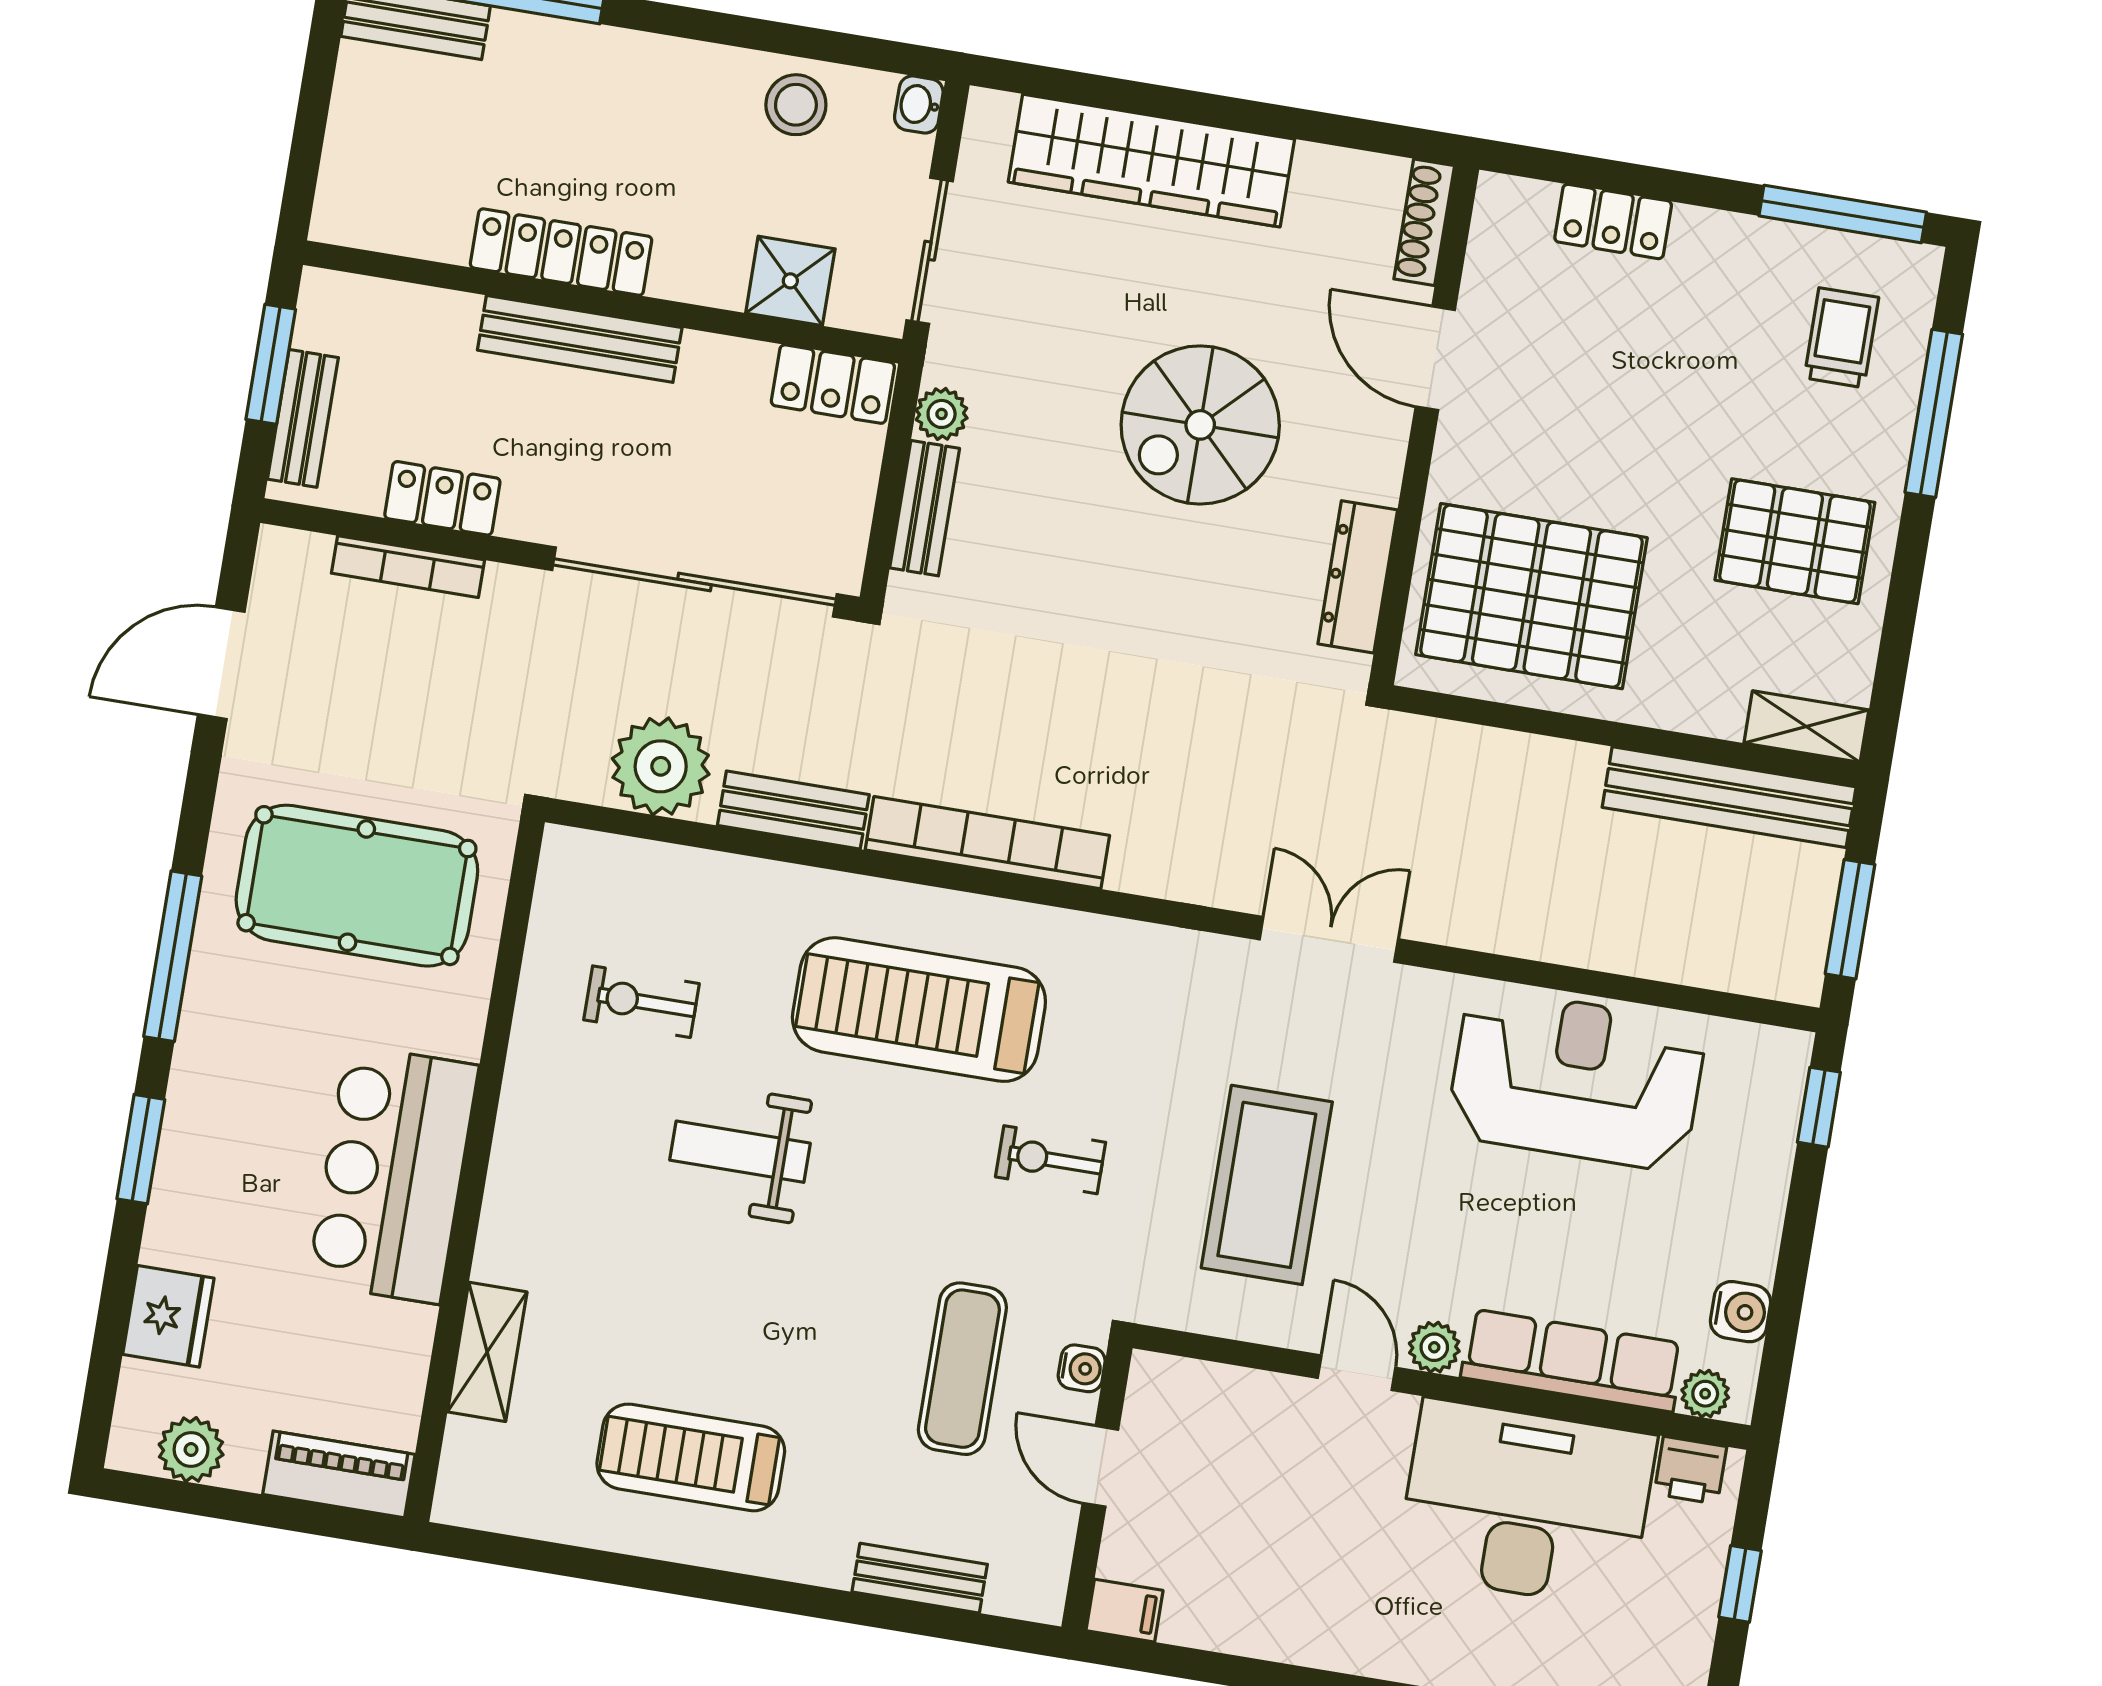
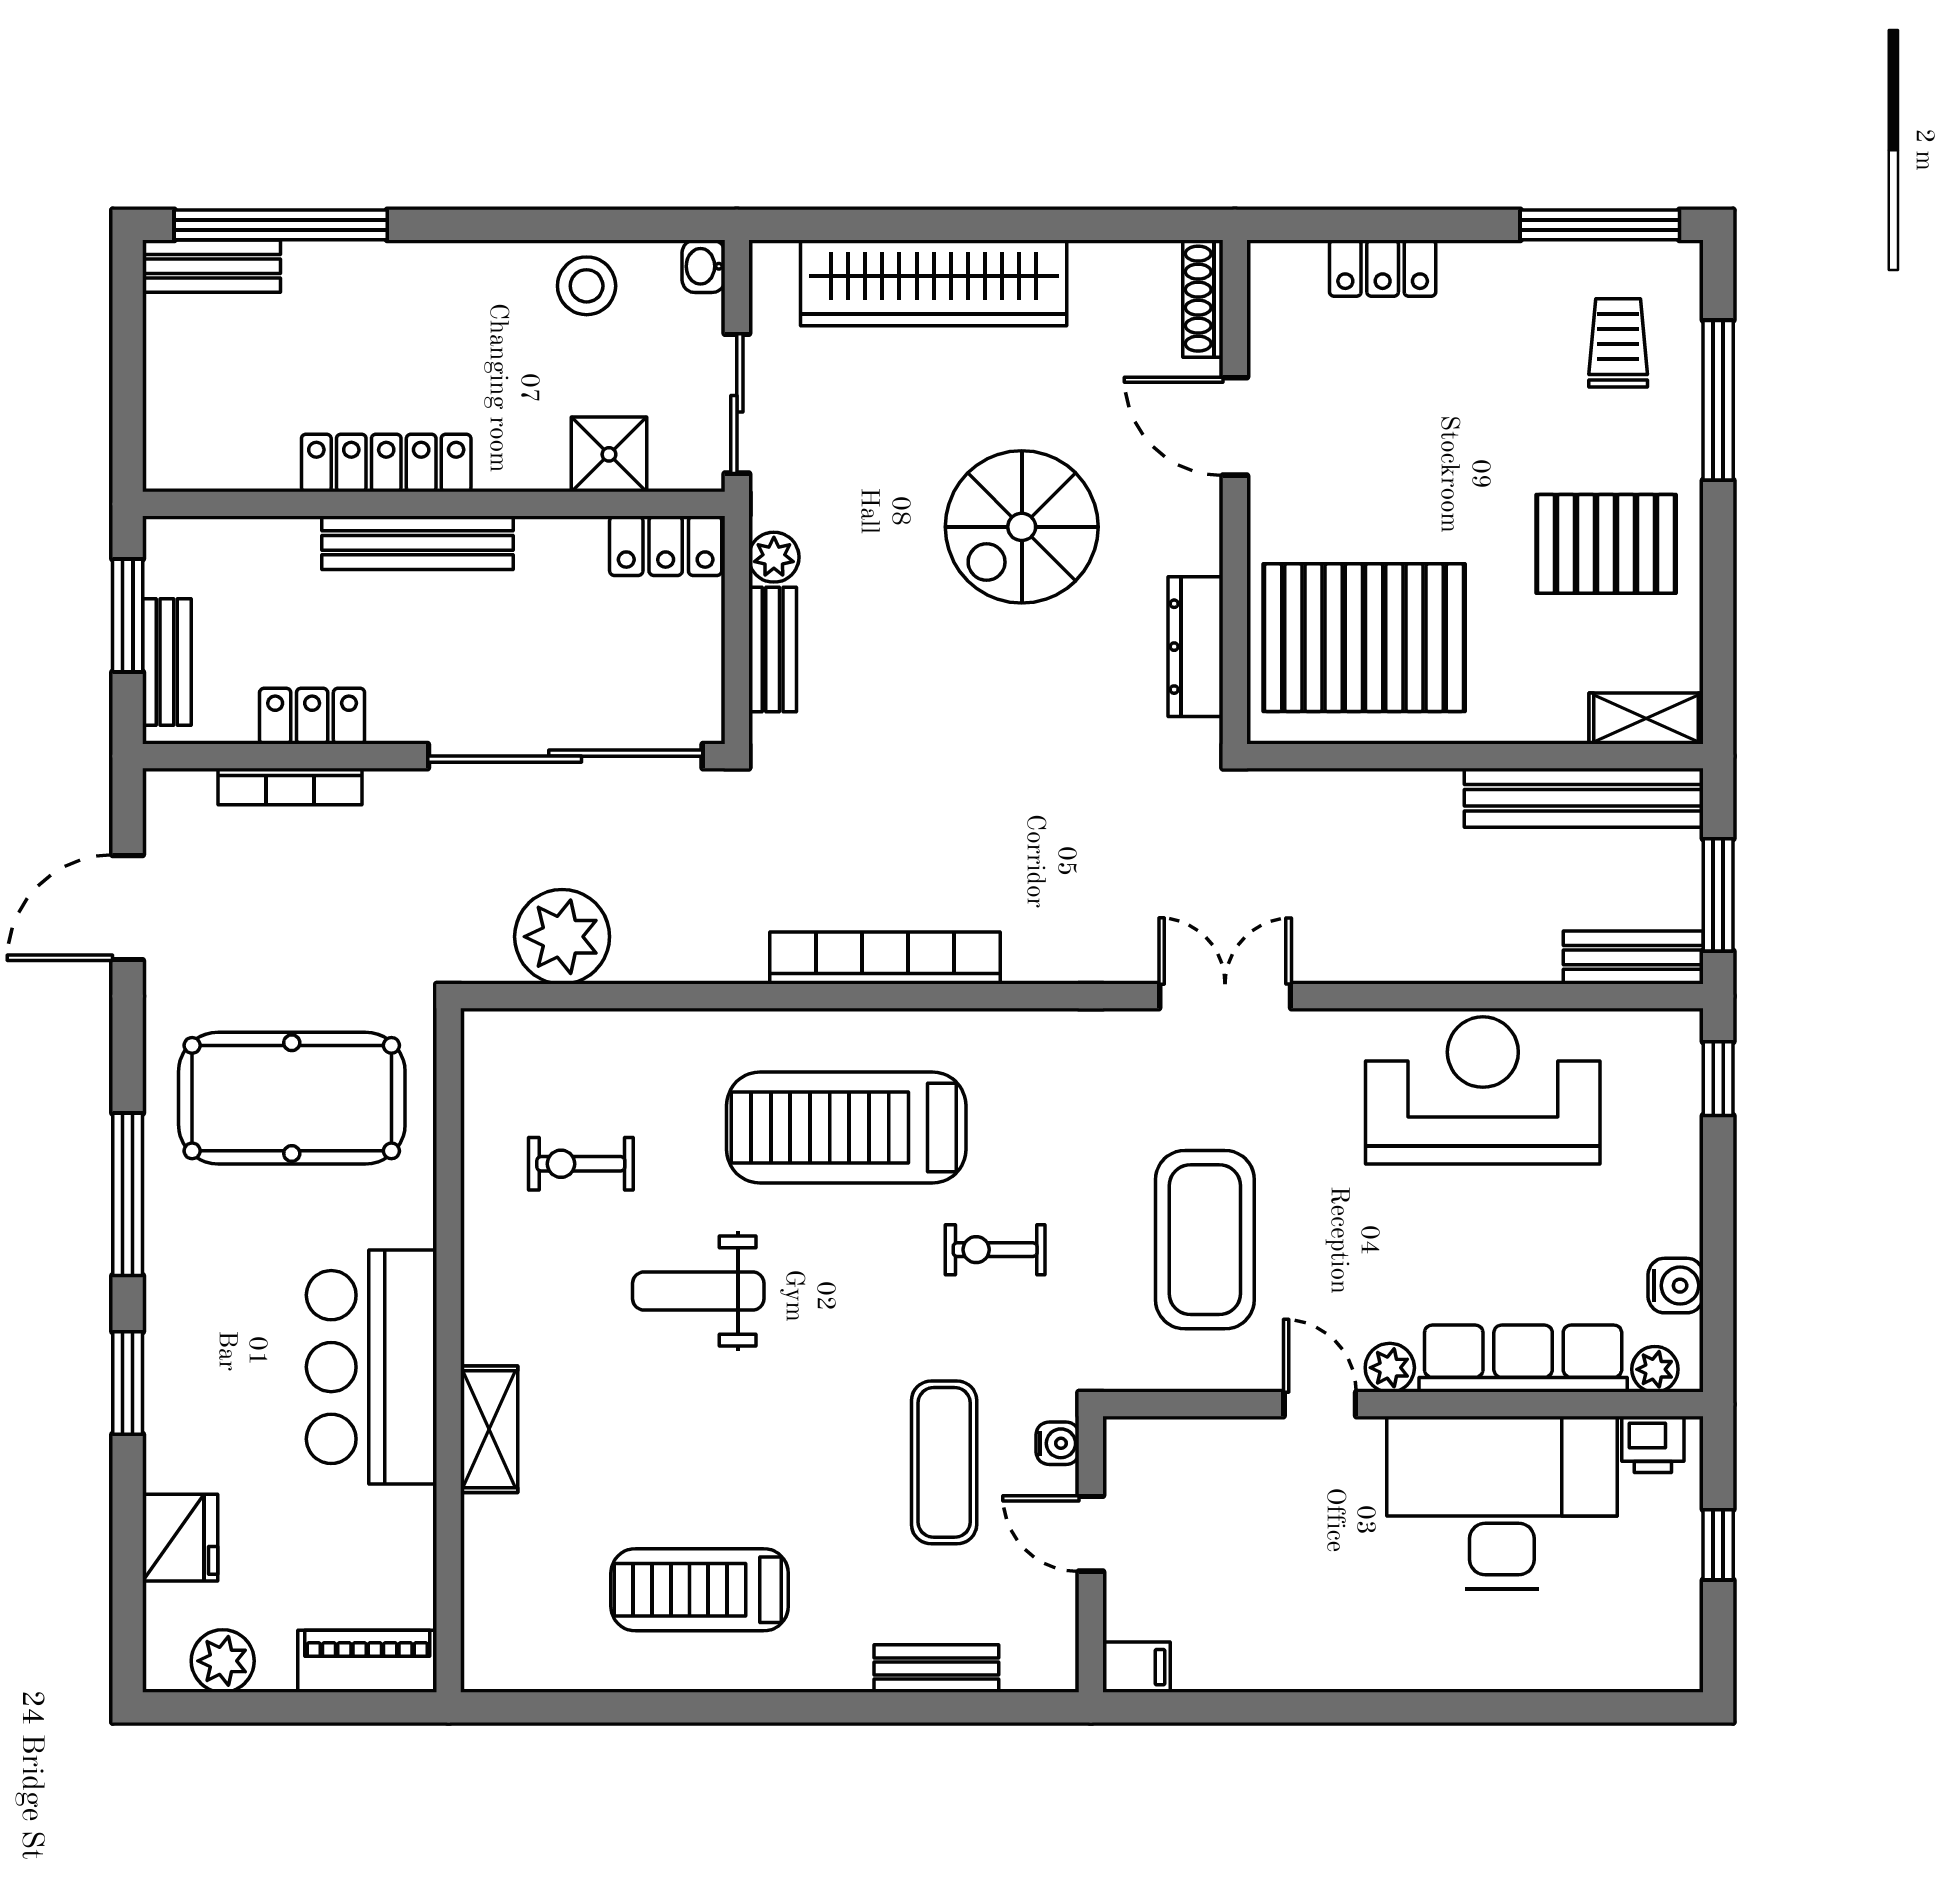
bench: (793, 810) -> (1633, 957), moved
shelving: (487, 1352) -> (489, 1429), moved

